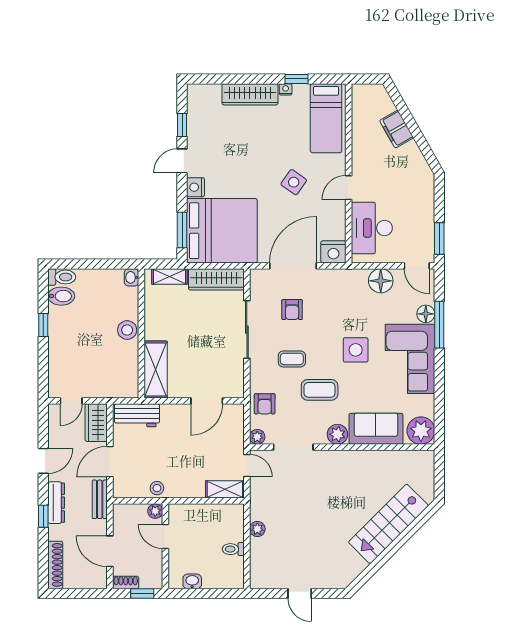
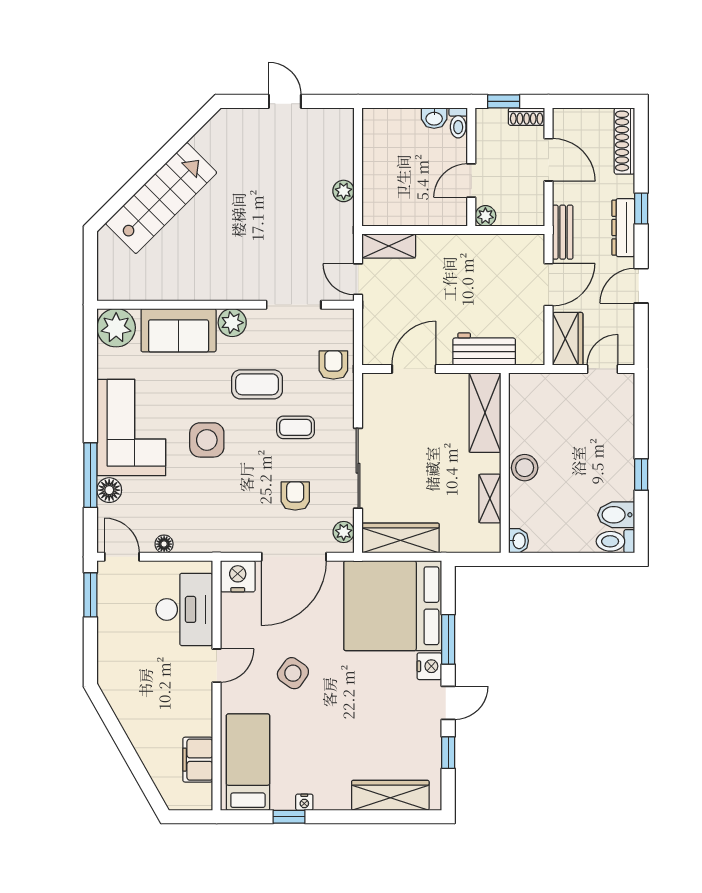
wardrobe: (250, 94) -> (390, 795), moved
filing cabinet: (397, 129) -> (198, 760), moved, turned -150
window: (182, 230) -> (448, 639), moved
shelving: (169, 277) -> (490, 499), moved, turned 90
floor lamp: (381, 281) -> (164, 544), width x0.53, depth x0.53
workbench: (137, 415) -> (484, 349), moved
plant: (257, 437) -> (344, 532), moved
stool: (157, 488) -> (483, 248), removed
door: (165, 536) -> (471, 181), swing flipped
toilet: (233, 549) -> (458, 123), moved, turned 90

